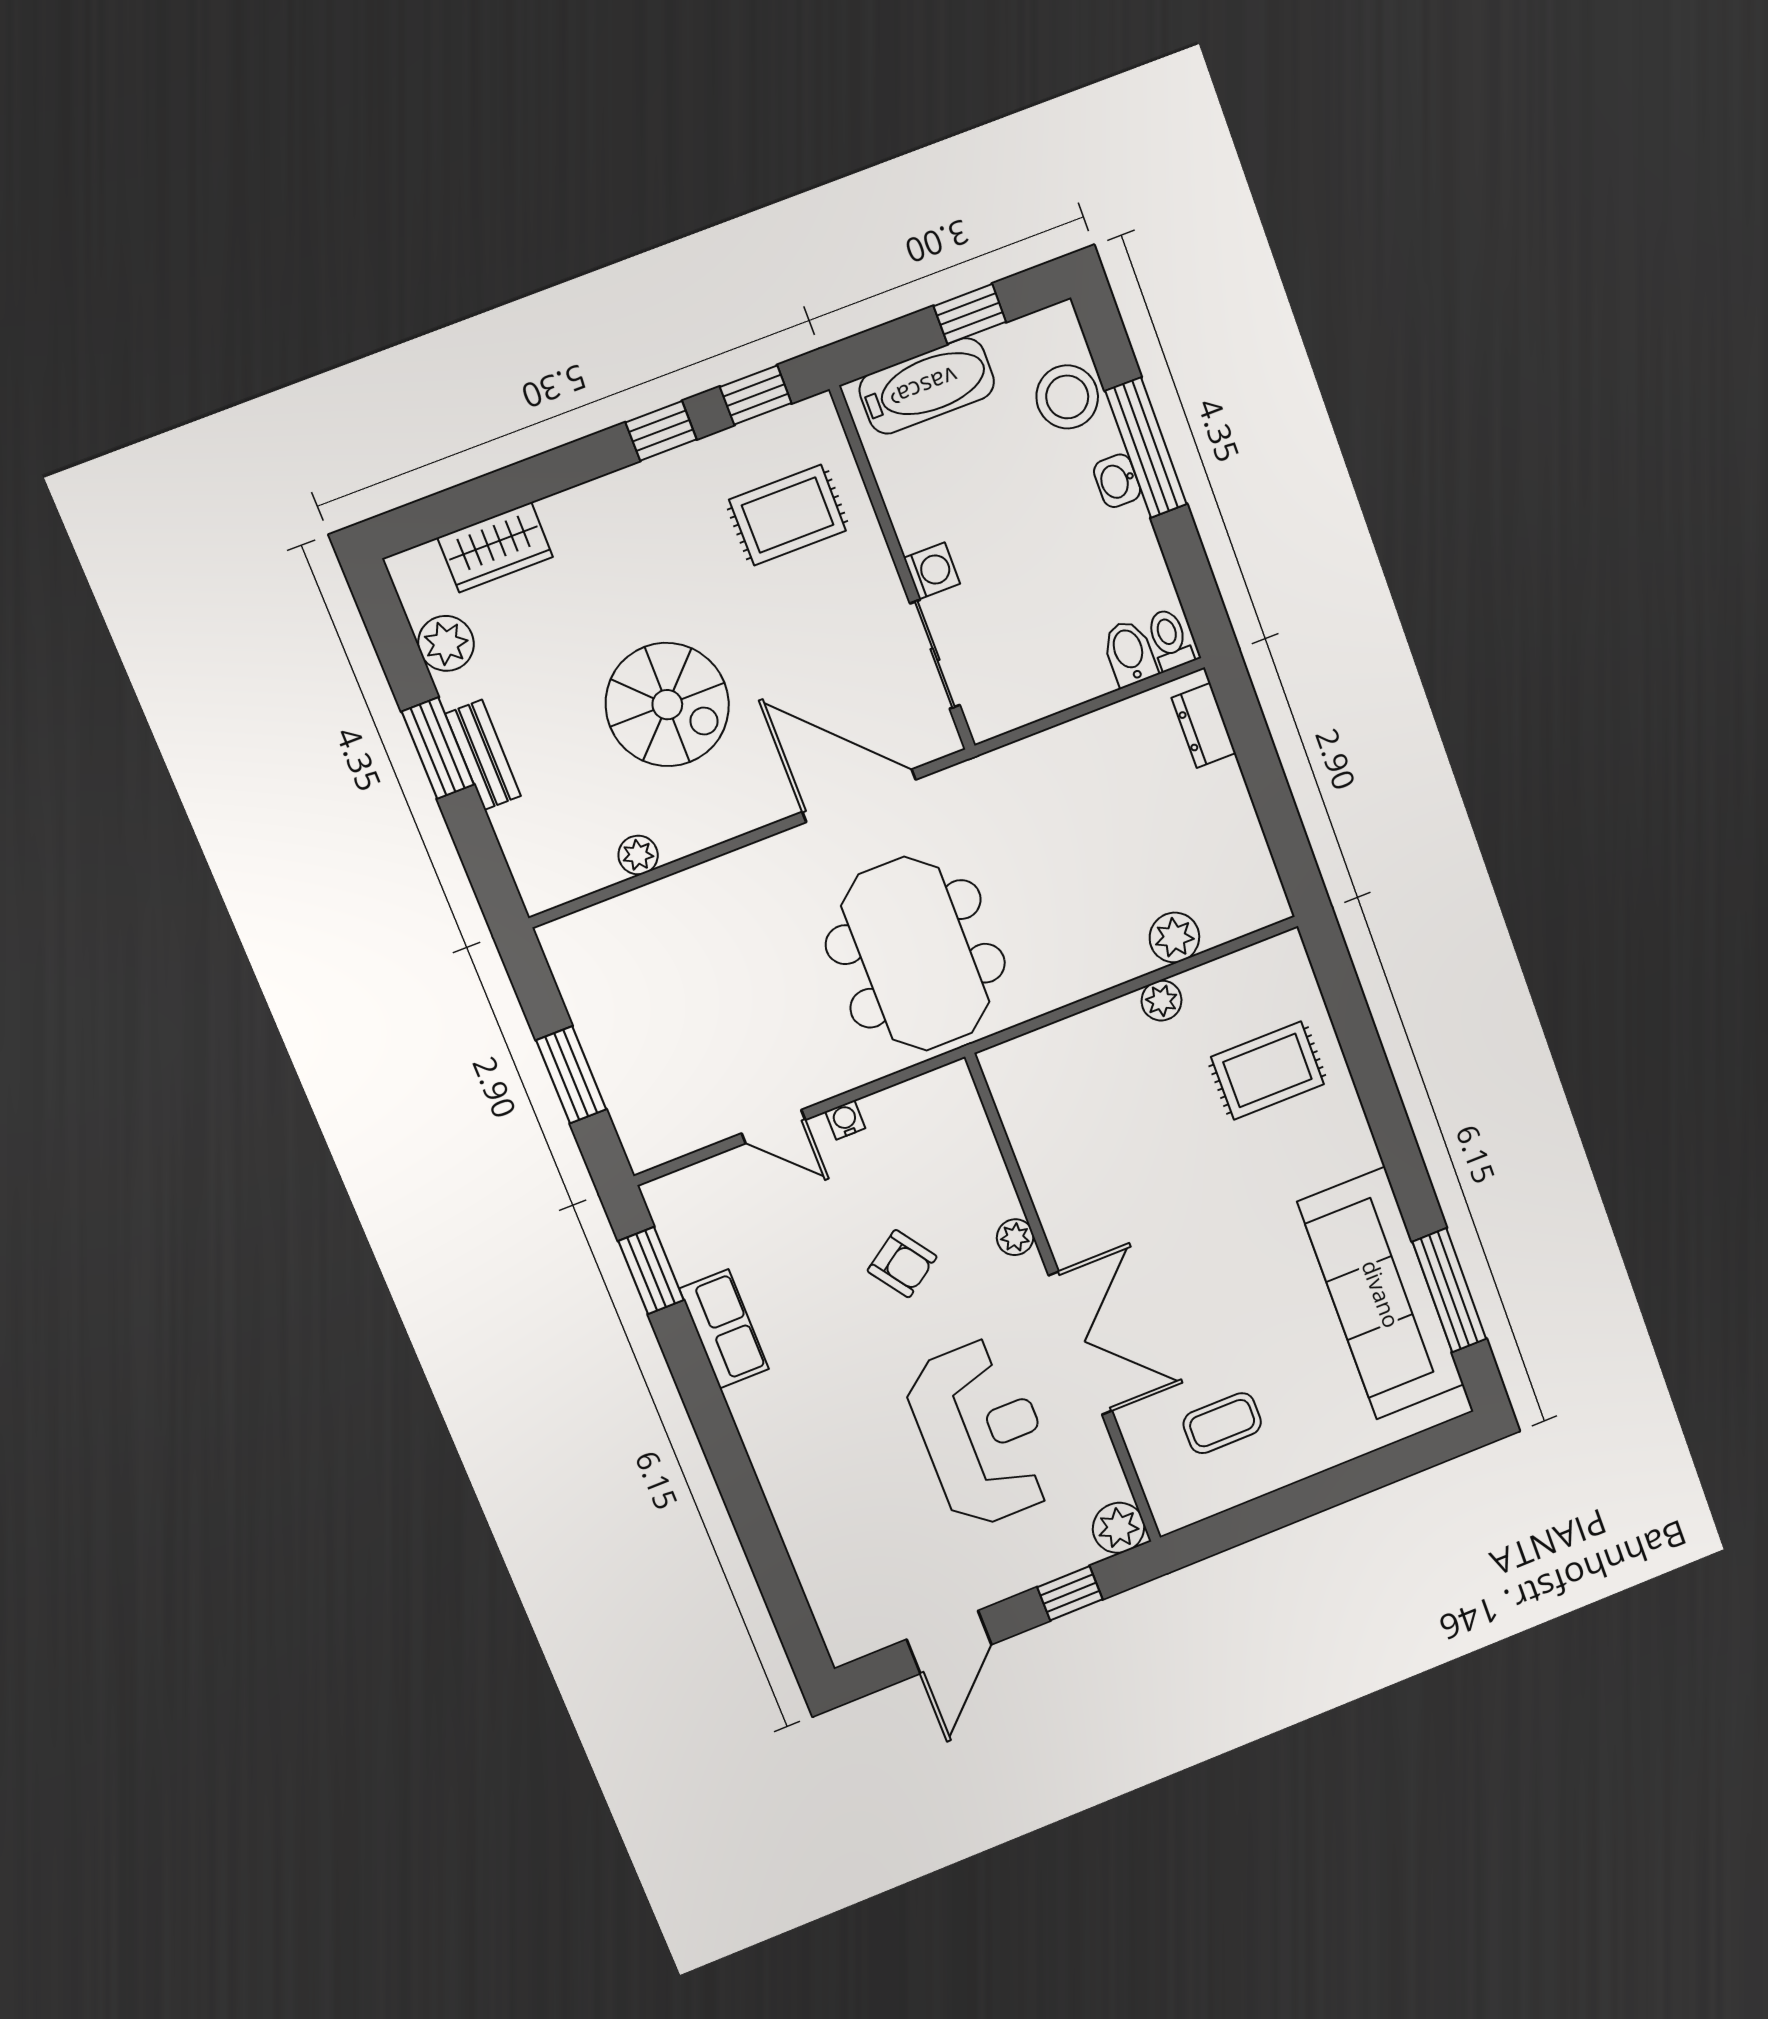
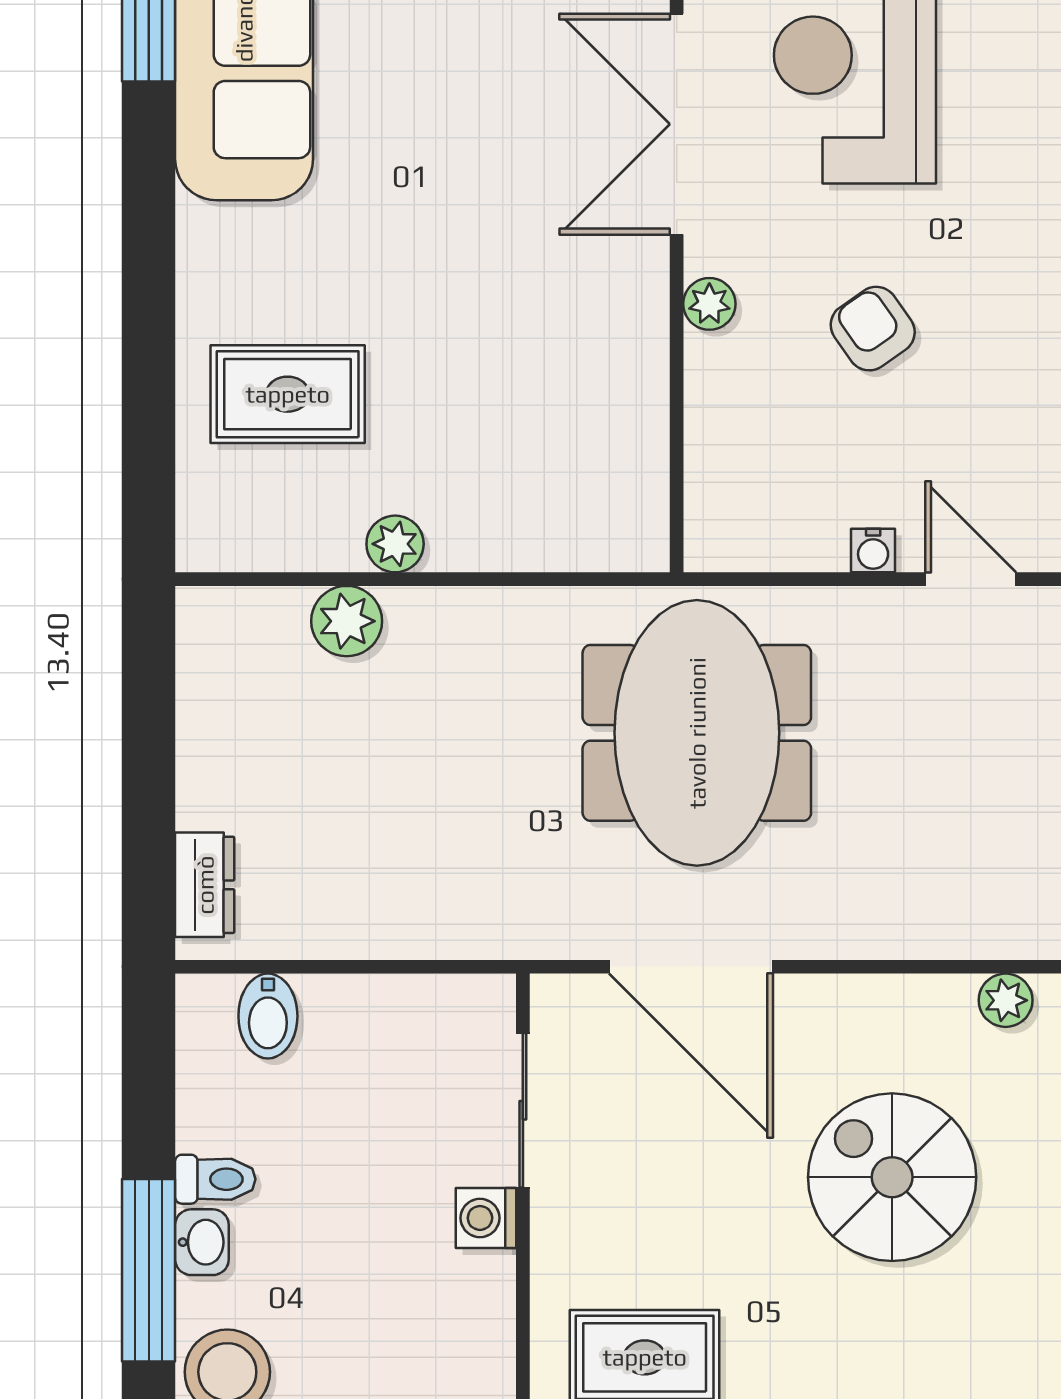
toilet: (1170, 639) -> (215, 1179), moved, turned -90

